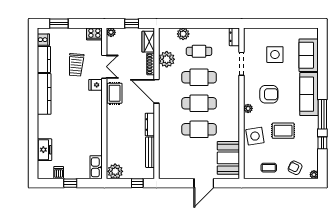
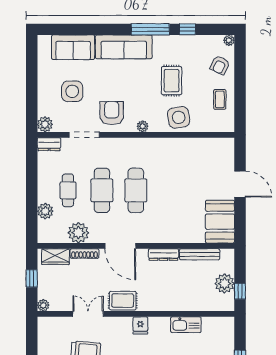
cooker: (94, 34) -> (45, 327), removed
plant: (250, 34) -> (45, 124), added
fridge: (96, 85) -> (140, 325), moved
door: (156, 91) -> (120, 246), hinge flipped
armchair: (269, 94) -> (112, 113), moved
cafe table: (199, 129) -> (170, 190), removed
booth: (228, 158) -> (220, 222), moved, turned 90
kitchen sink: (96, 167) -> (186, 325), moved
plant: (115, 171) -> (225, 284), moved
window: (137, 183) -> (240, 291), moved

